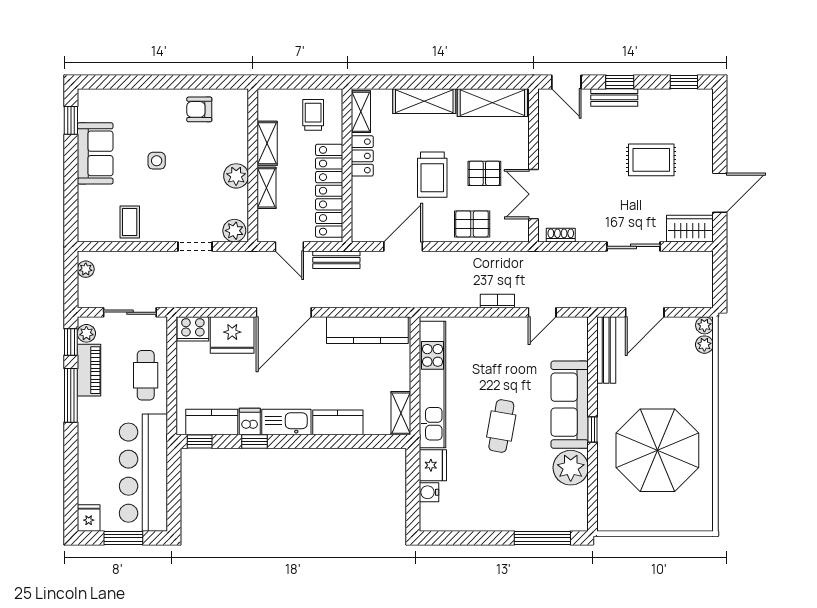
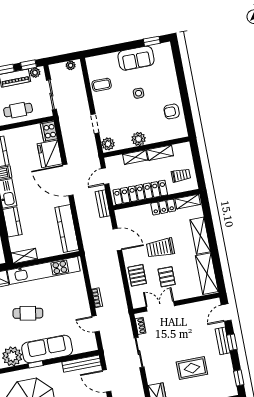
armchair: (199, 109) -> (172, 111), turned -90
rug: (651, 160) -> (192, 368), turned 90
sliding door: (634, 246) -> (139, 353), moved

